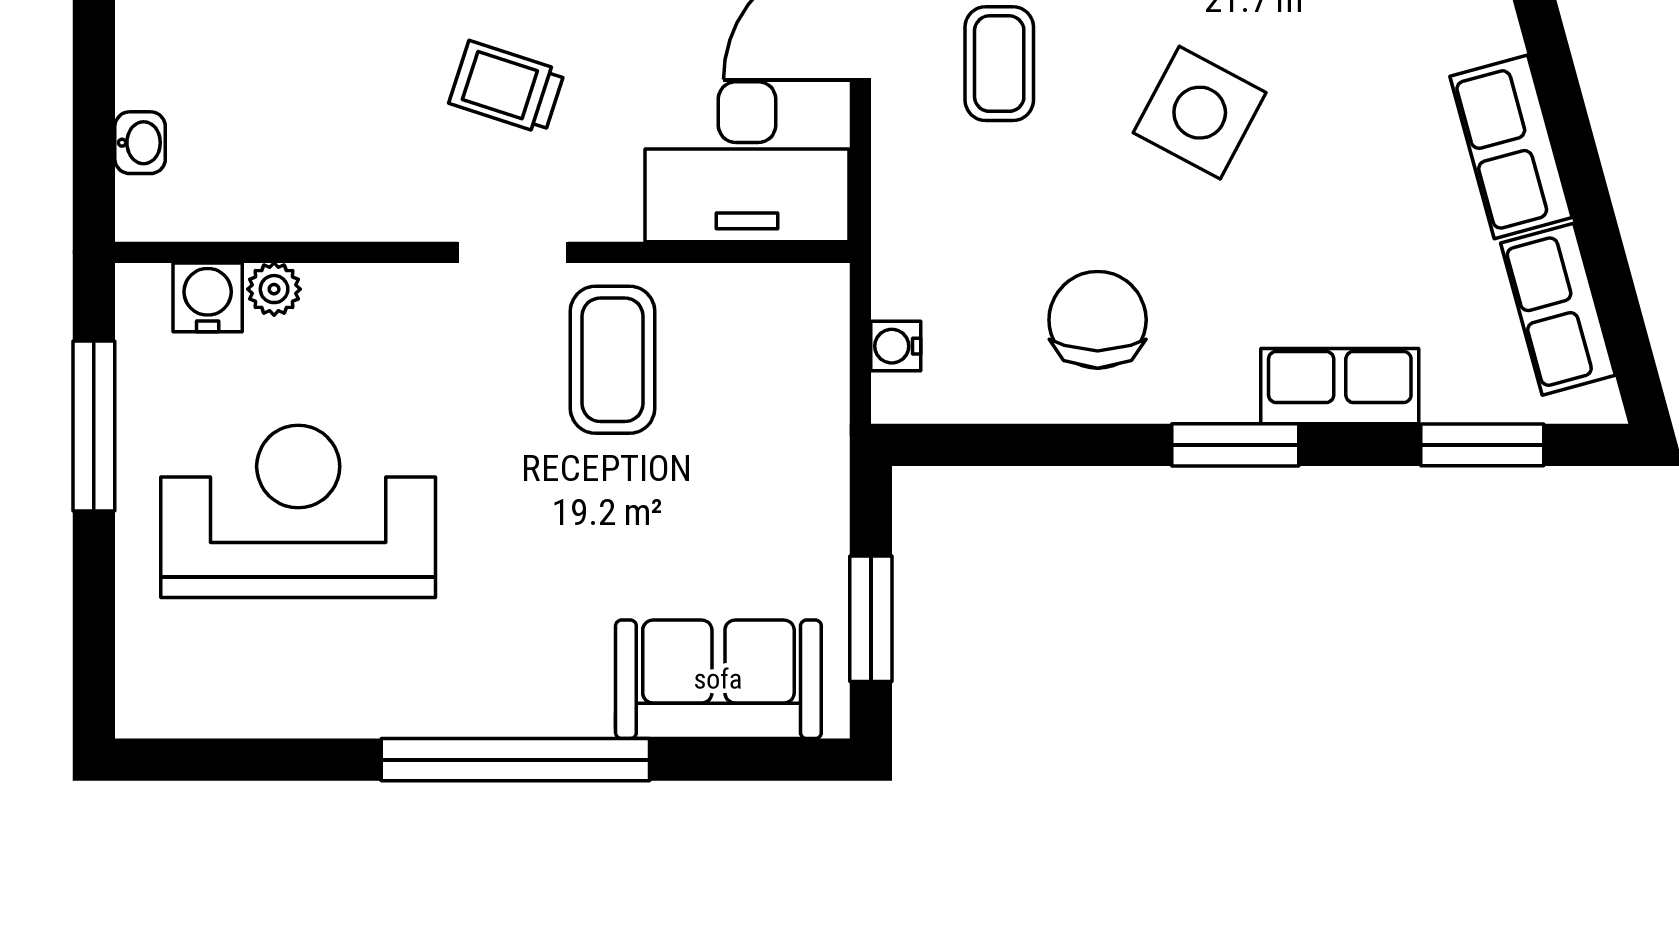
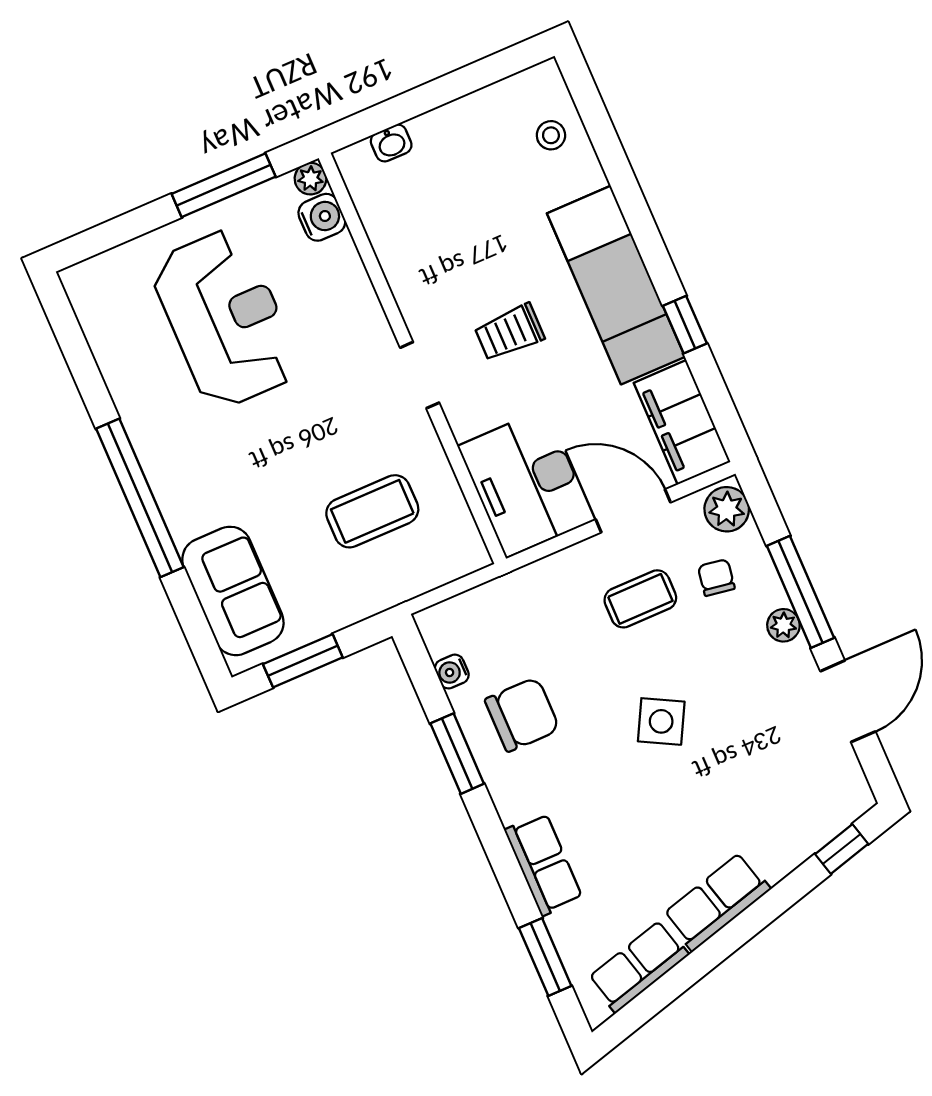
trolley: (507, 87) -> (509, 332), turned -108
side table: (1200, 113) -> (661, 721), width x0.73, depth x0.73
plant: (274, 289) -> (311, 179), moved
water cooler: (896, 346) -> (452, 672), moved, turned -90
coffee table: (613, 360) -> (372, 511), moved
window: (1235, 445) -> (457, 754), moved

